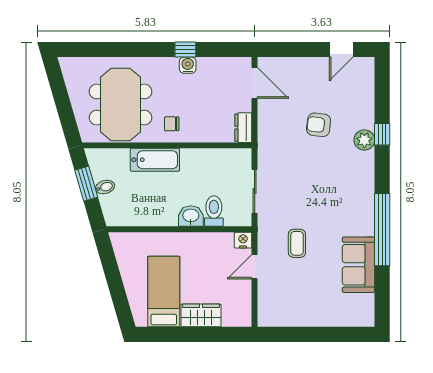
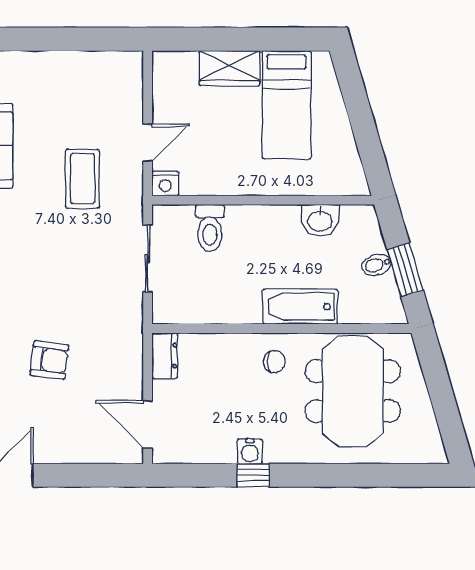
washbasin: (191, 216) -> (320, 220), moved
coffee table: (297, 243) -> (83, 179), width x1.36, depth x1.30

